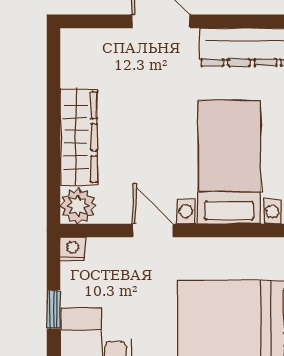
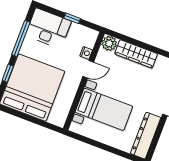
nightstand: (73, 249) -> (86, 53), moved

